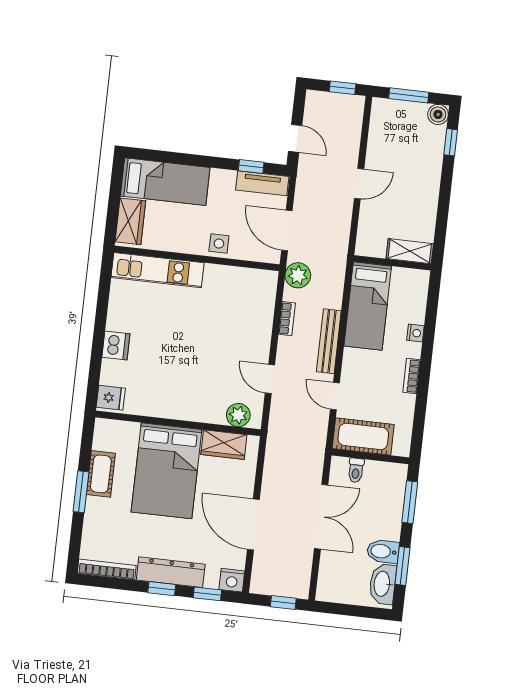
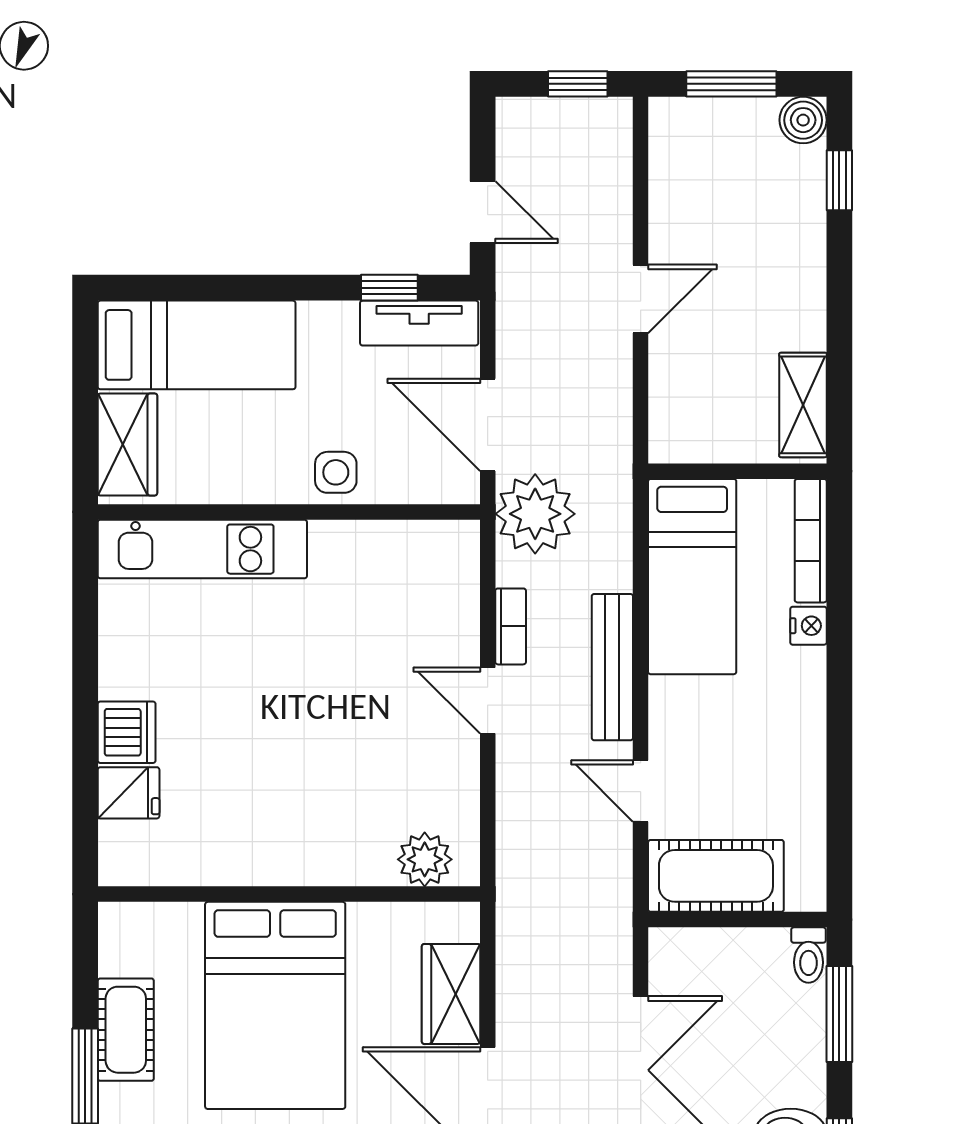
shelving: (410, 251) -> (803, 405), moved, turned 90
plant: (298, 275) -> (535, 514), width x1.36, depth x1.36
bookcase: (412, 376) -> (811, 541), moved, width x1.56
door: (270, 379) -> (488, 701), moved
fridge: (111, 398) -> (129, 793), moved
wardrobe: (224, 445) -> (451, 994), moved, turned 90
toilet: (356, 470) -> (808, 955), moved

